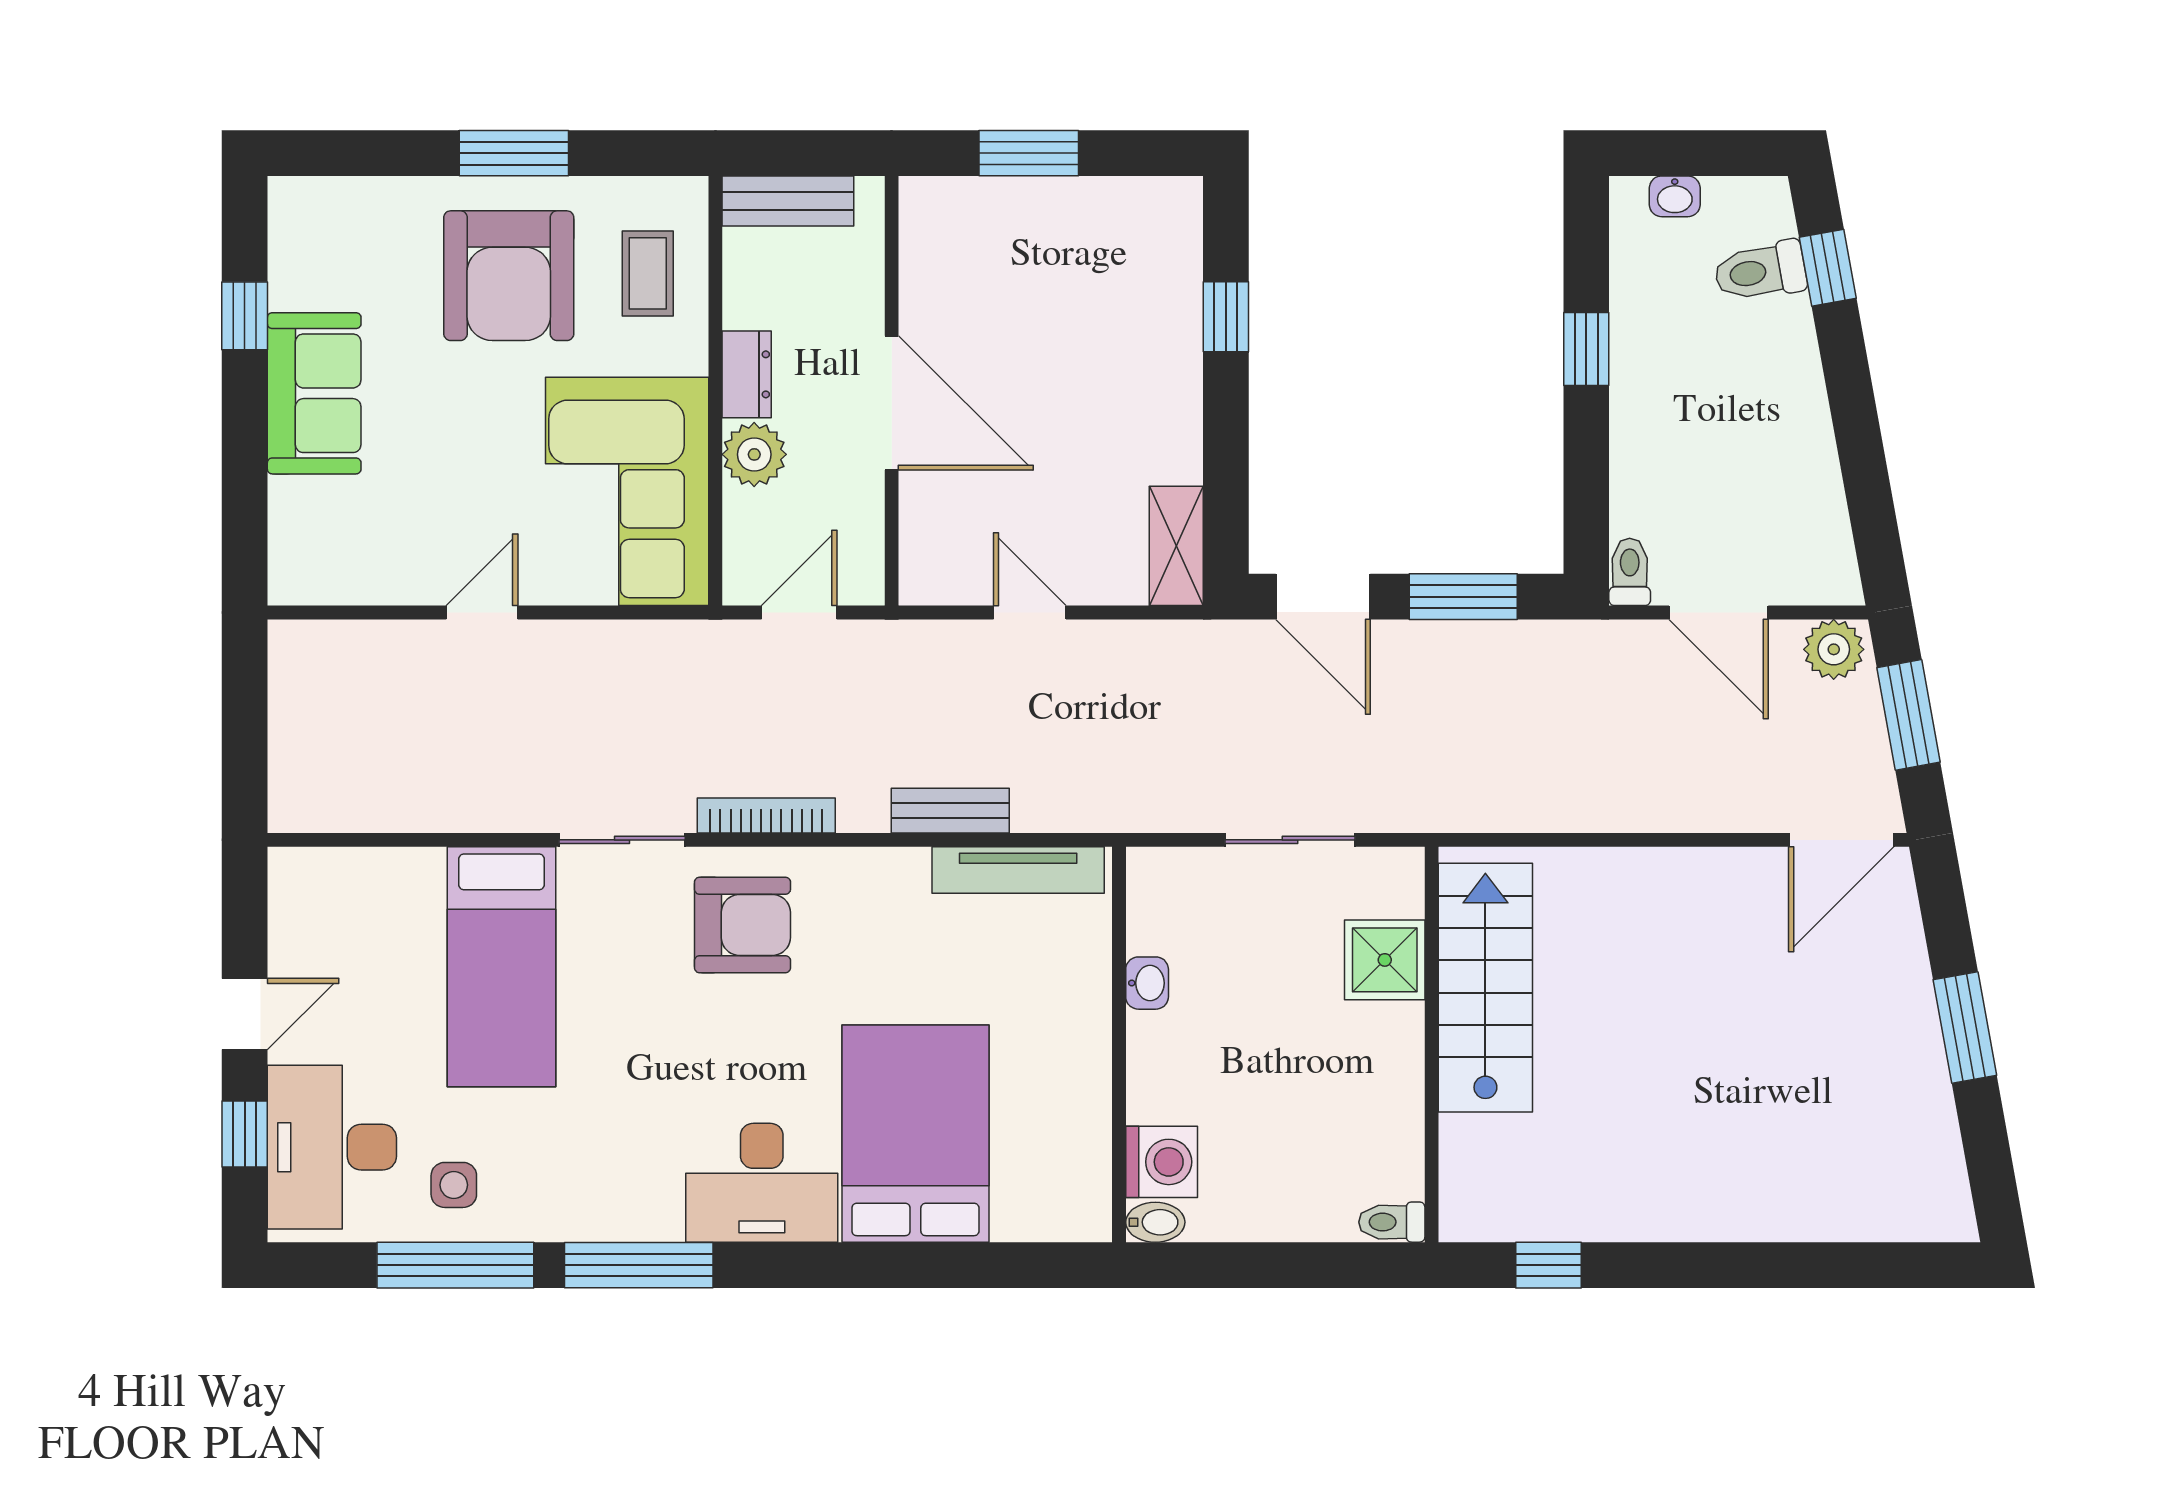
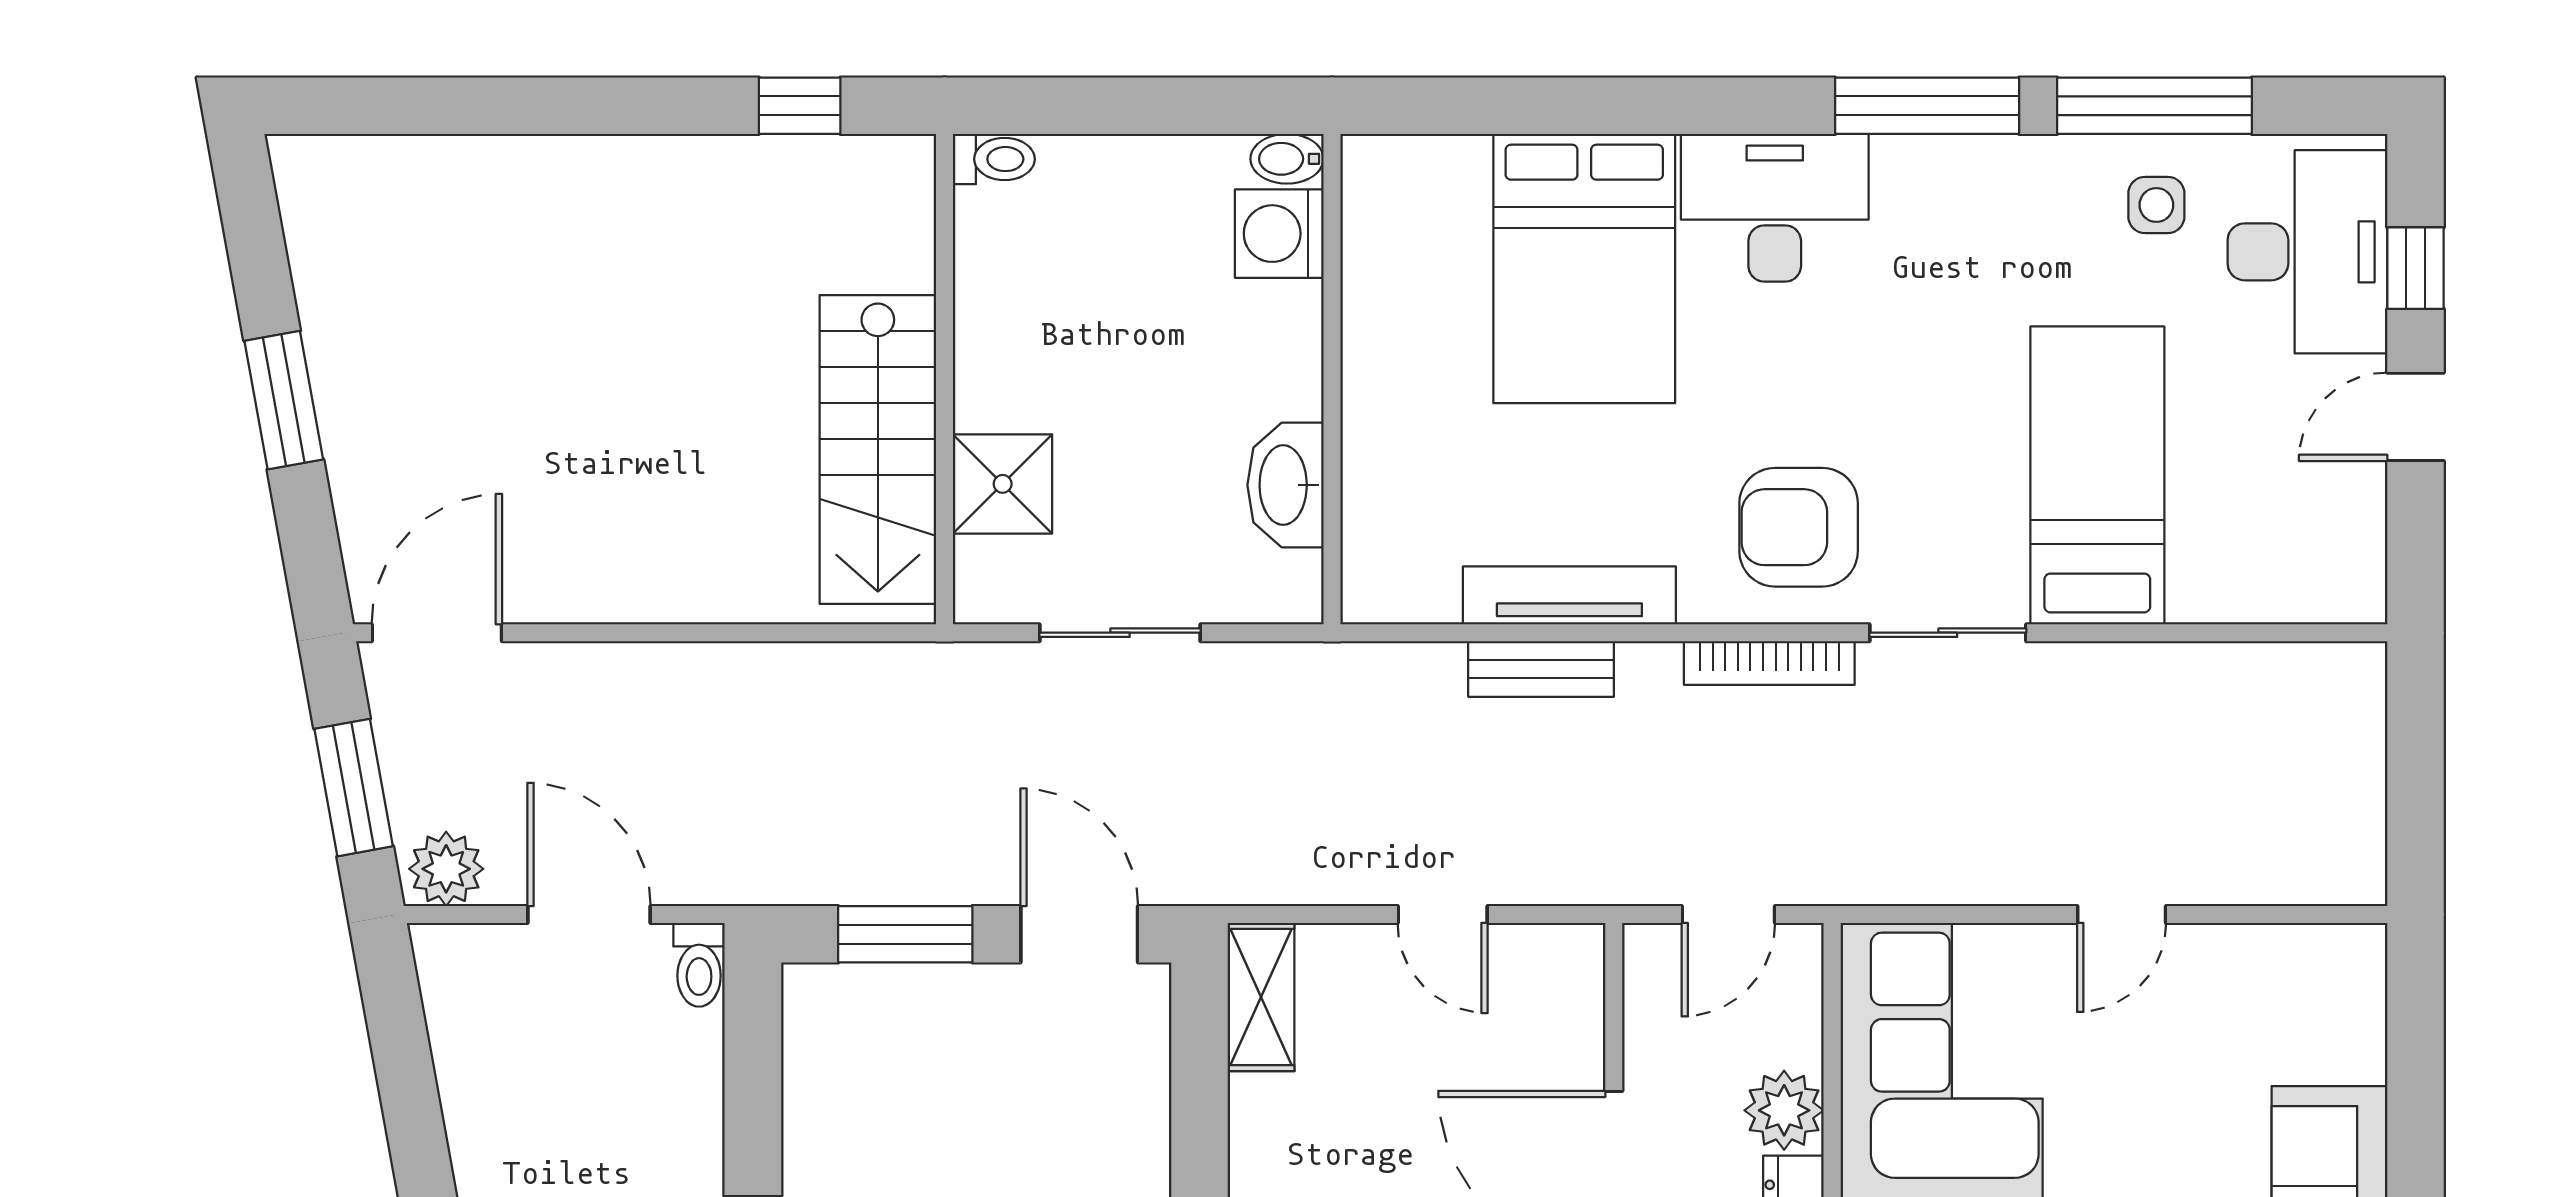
tv unit: (1018, 870) -> (1569, 595), moved
washbasin: (1147, 983) -> (1285, 485), width x1.91, depth x1.45

